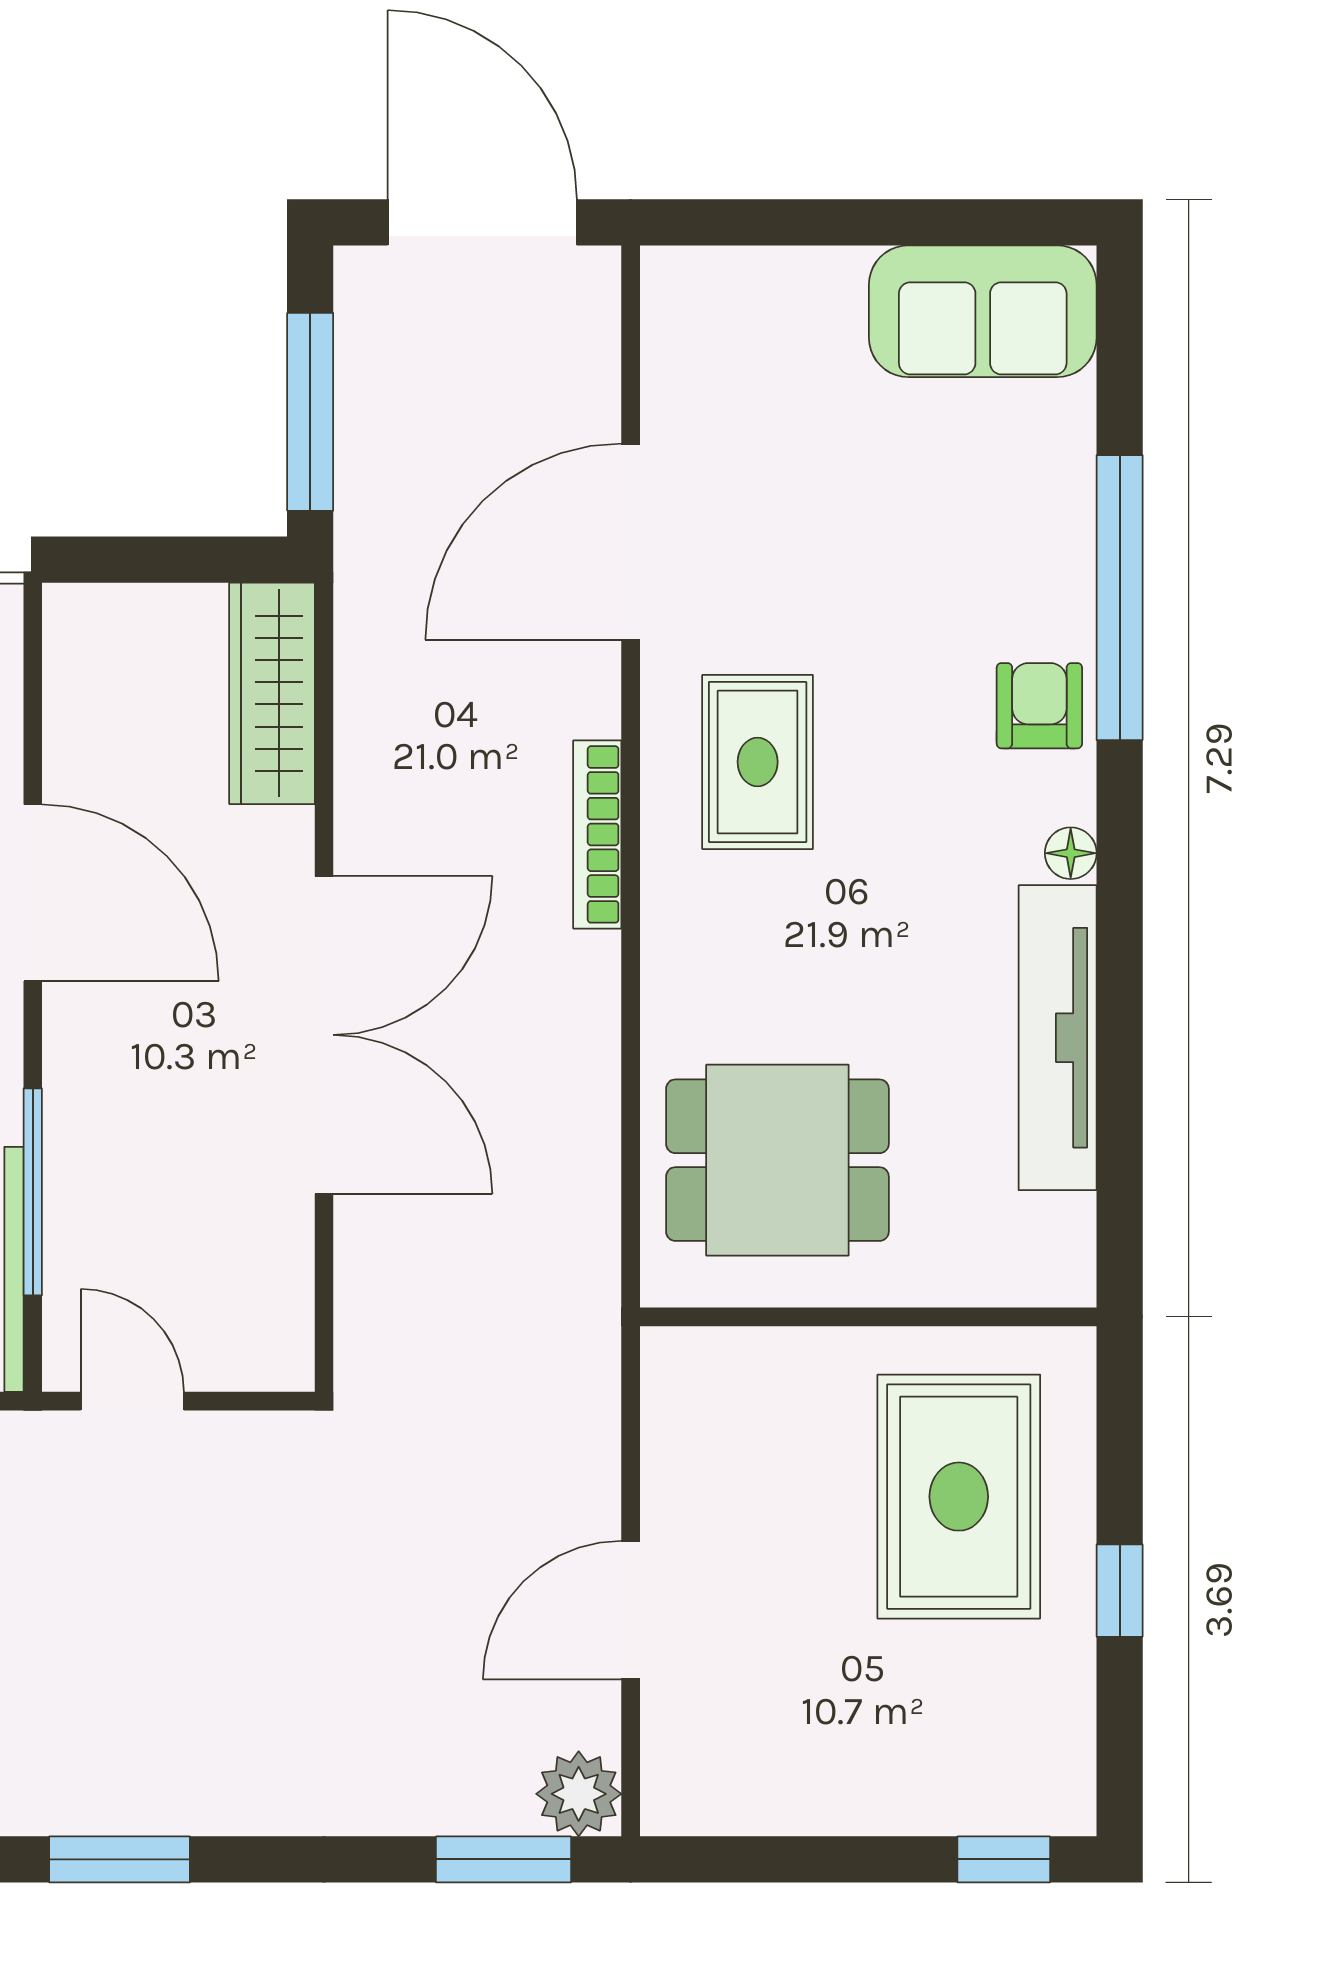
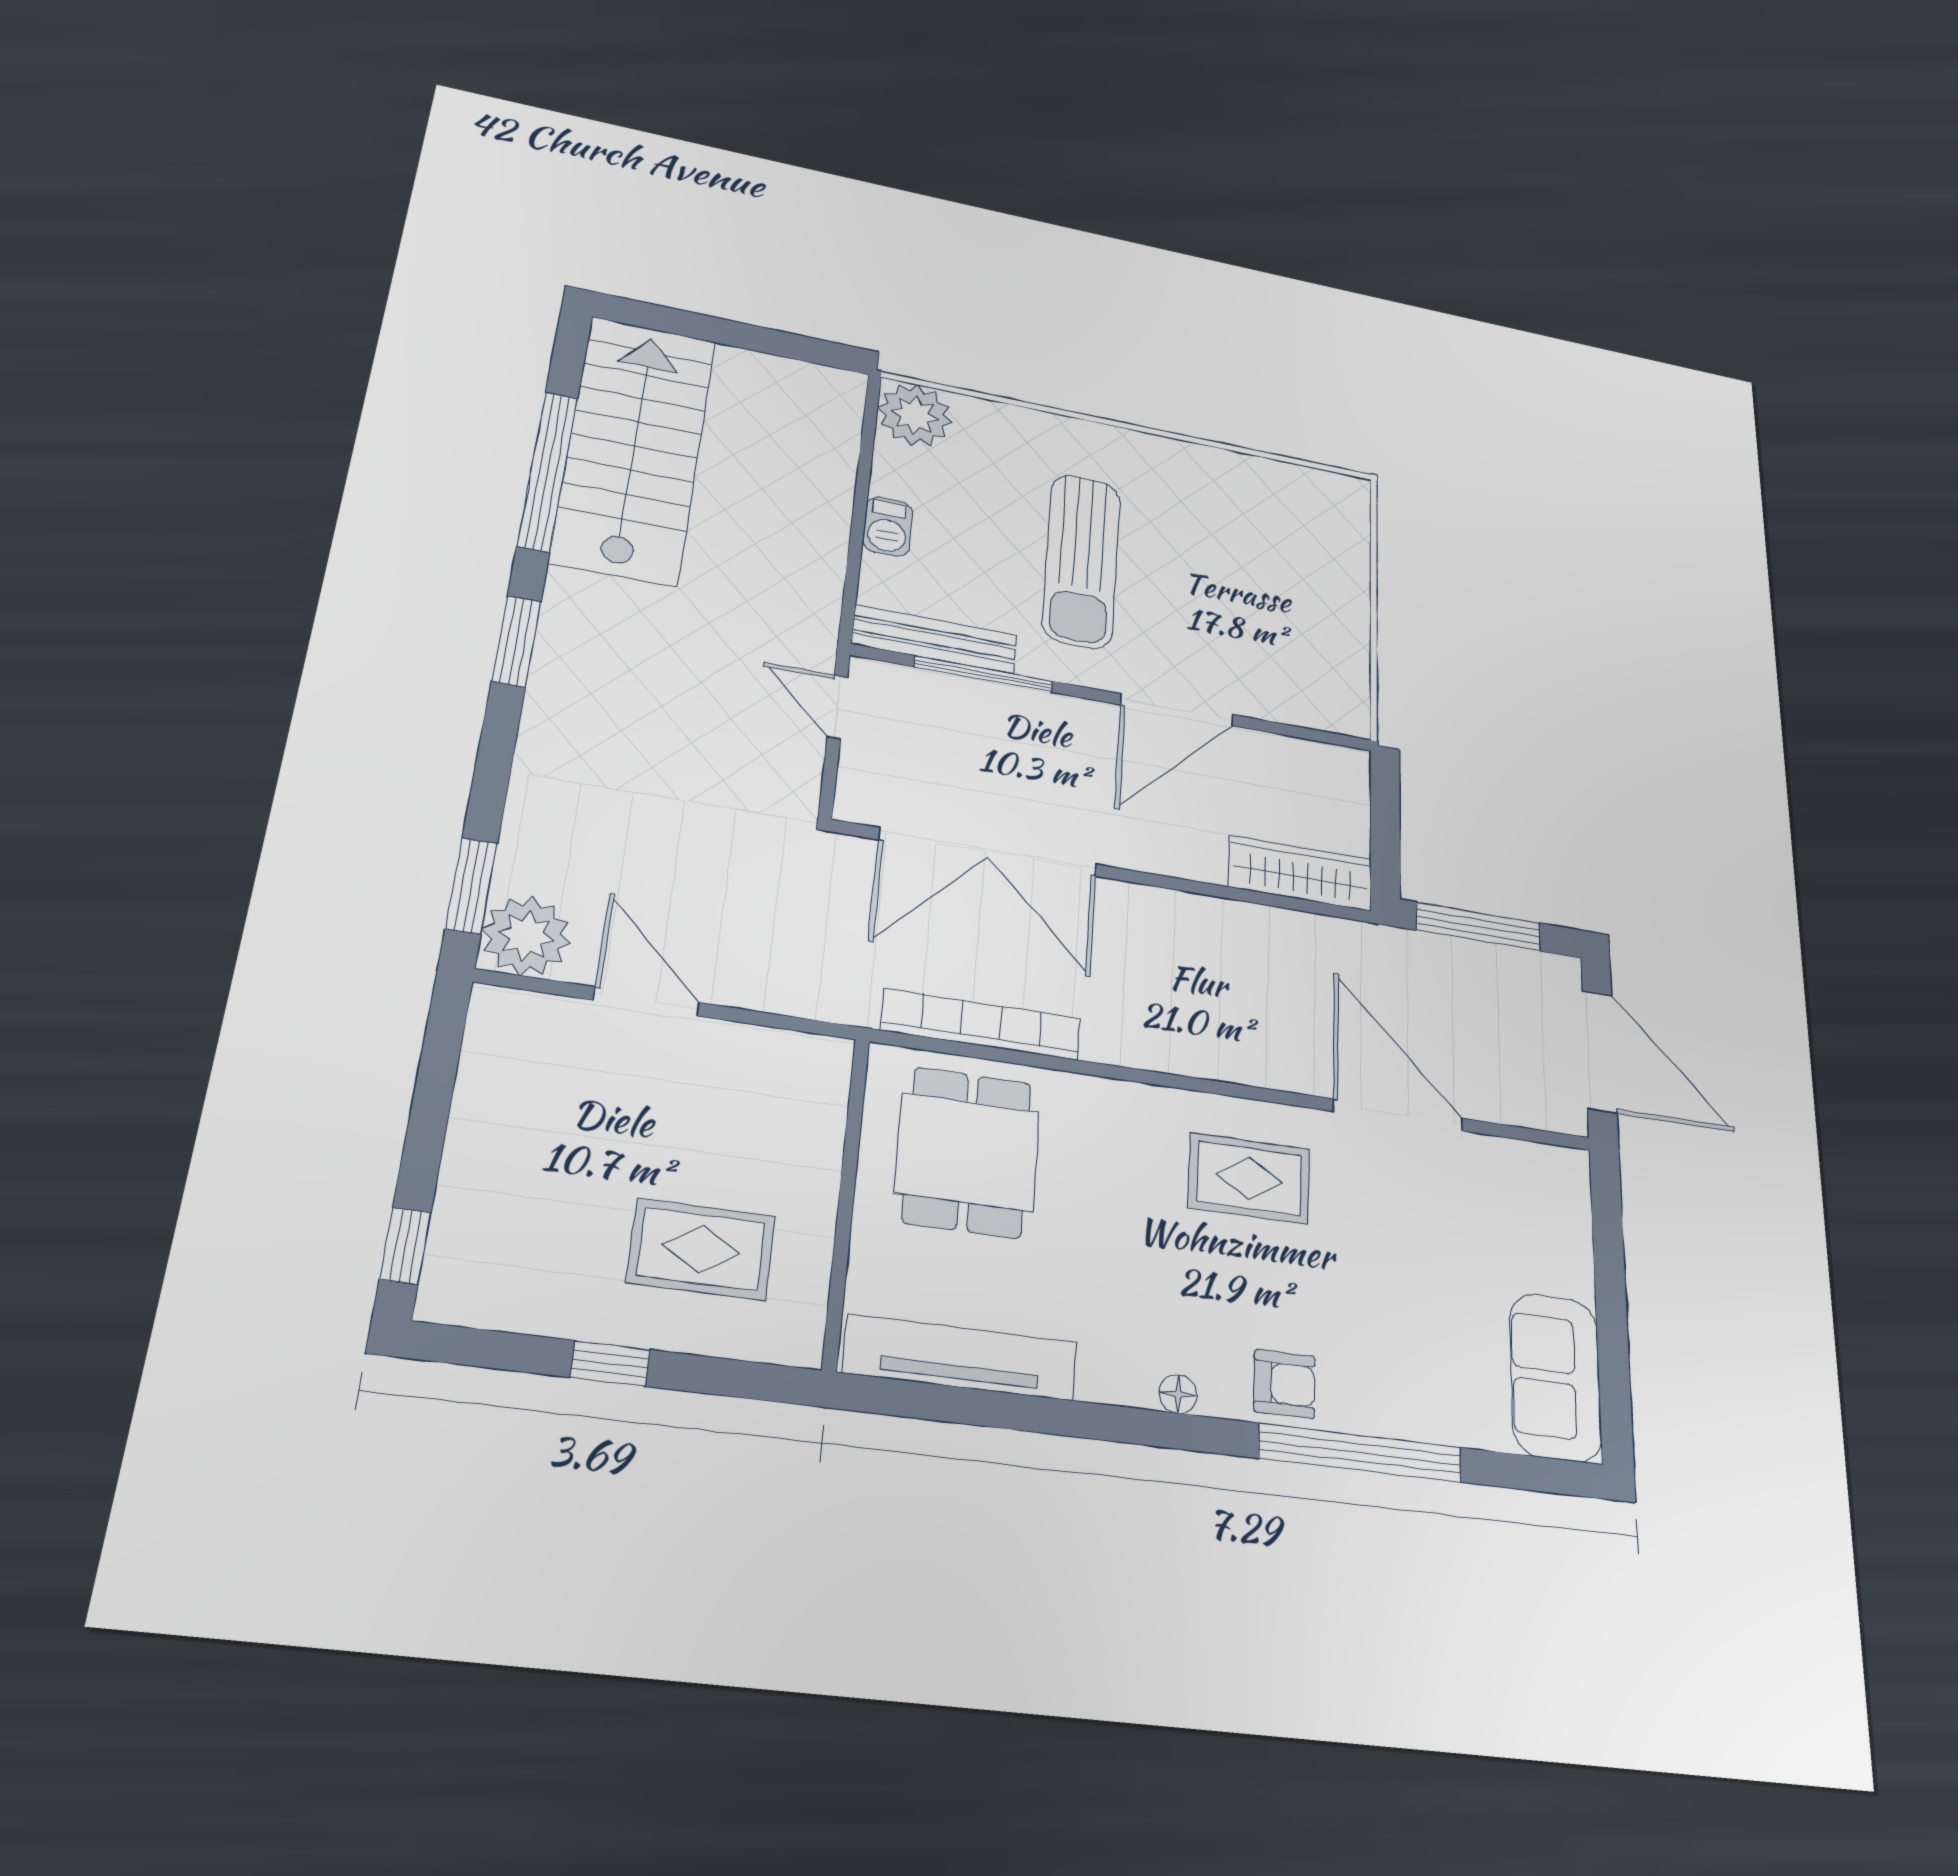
door: (482, 222) -> (1600, 1052), hinge flipped
bookcase: (597, 834) -> (981, 1024), moved, width x1.48, depth x1.31
double door: (324, 1035) -> (988, 852), moved
tv unit: (1058, 1038) -> (961, 1357), moved
door: (132, 1401) -> (837, 707), swing flipped
rug: (959, 1497) -> (701, 1249), width x0.73, depth x0.70
plant: (579, 1794) -> (526, 936), width x1.36, depth x1.36

